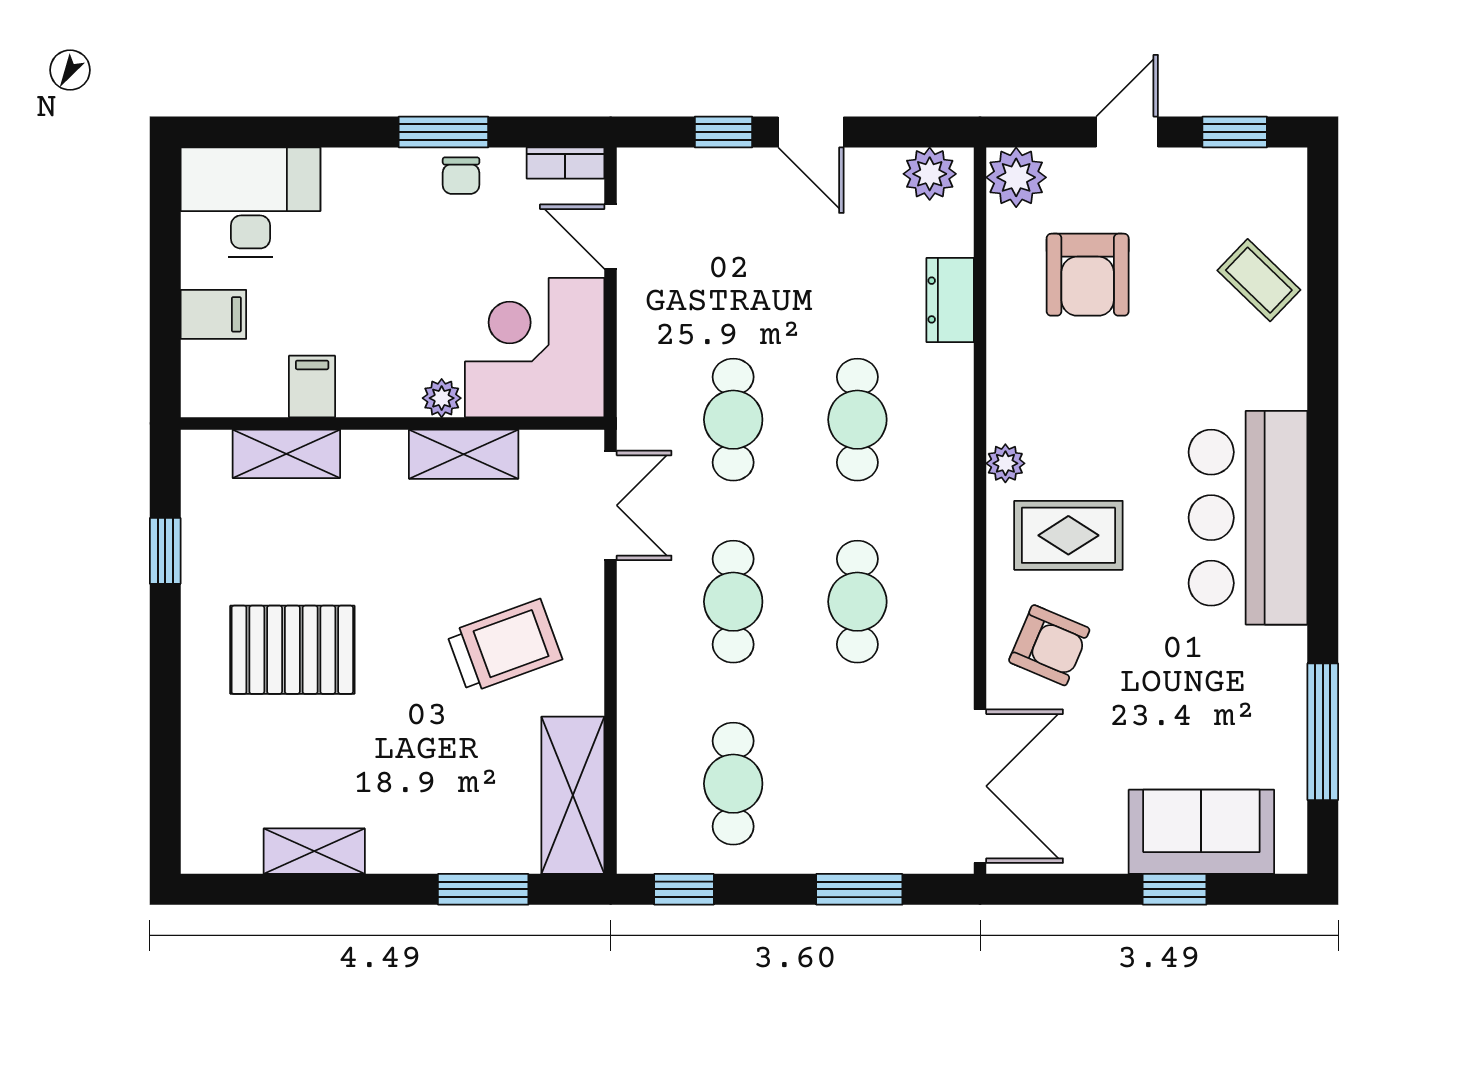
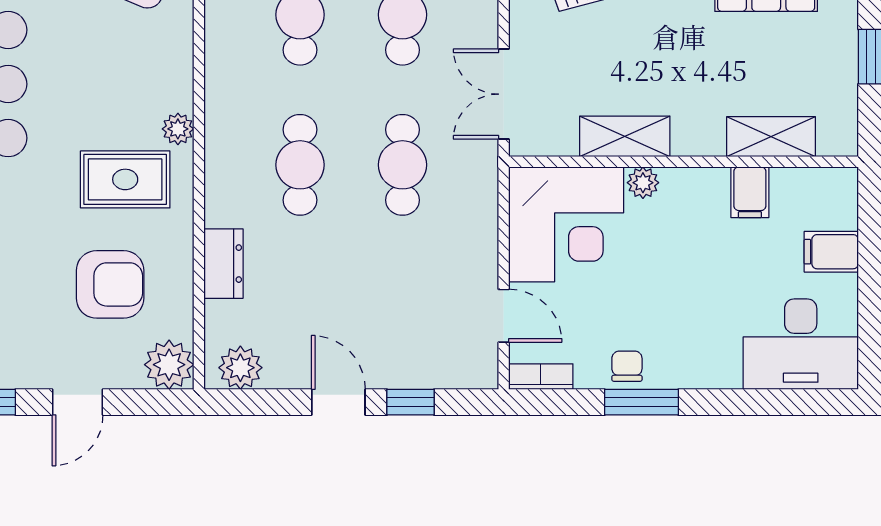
armchair: (1088, 275) -> (110, 284), turned 90
rug: (1068, 535) -> (125, 179), moved

